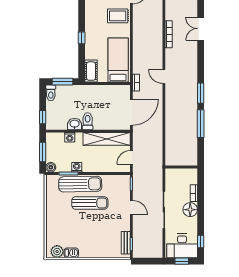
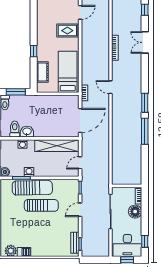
cot: (91, 71) -> (42, 72), moved
toilet: (88, 121) -> (15, 129), moved
wall: (181, 167) -> (127, 186), moved
door: (131, 208) -> (80, 210), swing flipped

